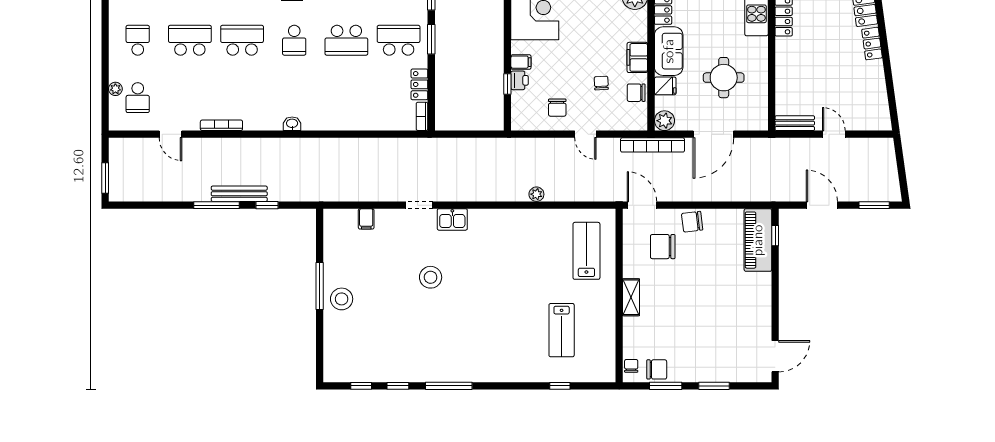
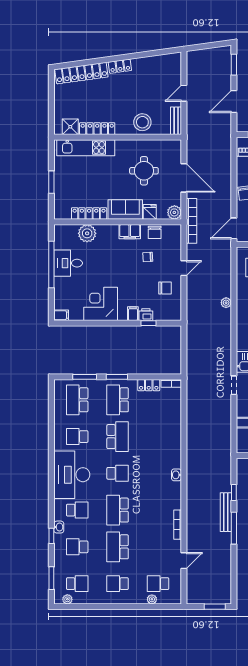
stool: (793, 75) -> (142, 122), added
school desk: (138, 98) -> (158, 584), turned 180

